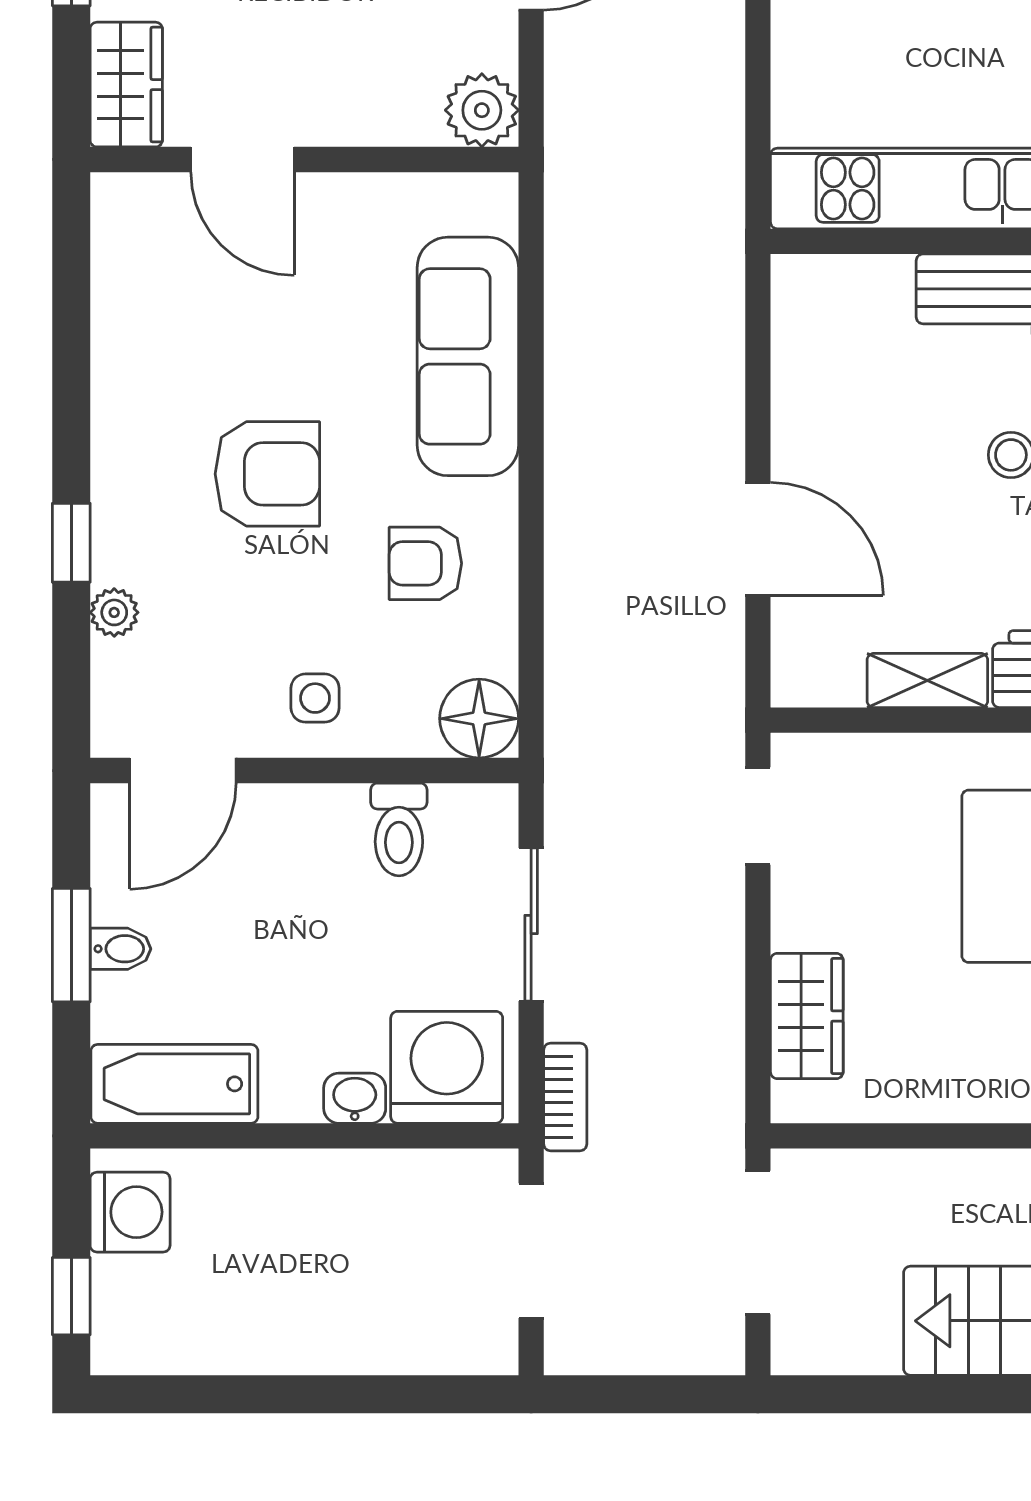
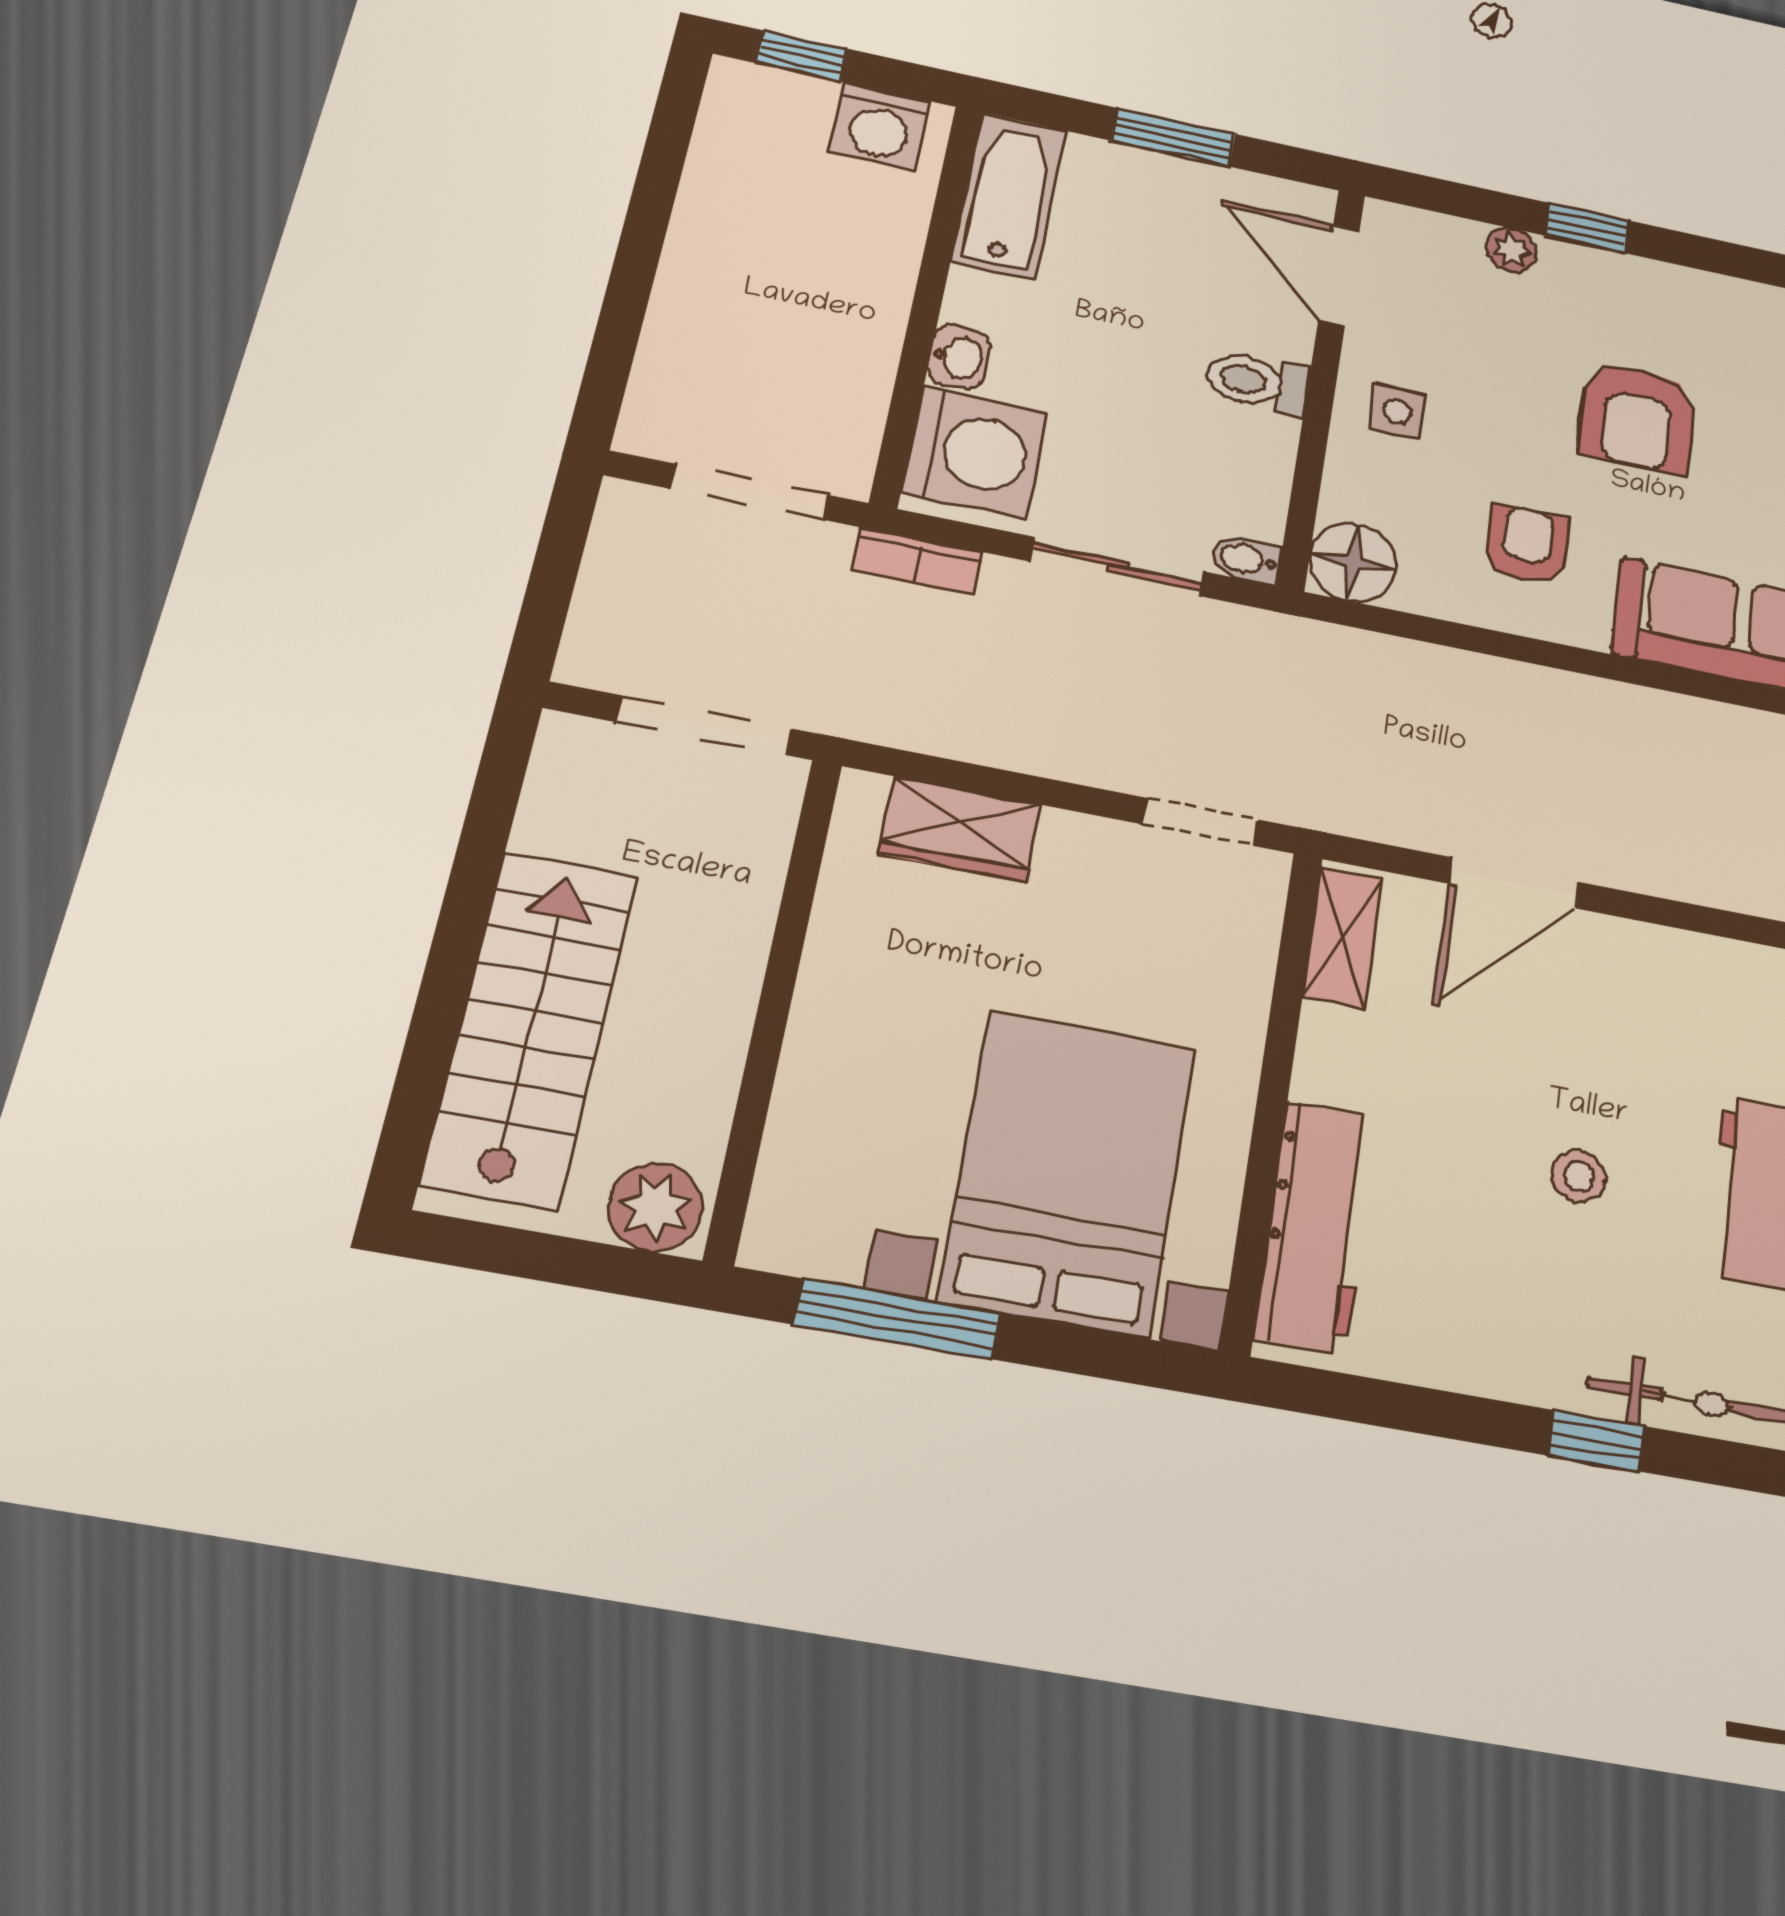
shelving: (927, 680) -> (1343, 937), moved
toilet: (399, 829) -> (1257, 382), moved
bidet: (120, 949) -> (1246, 559), moved, turned 90

